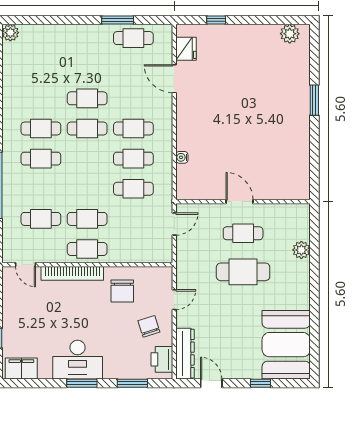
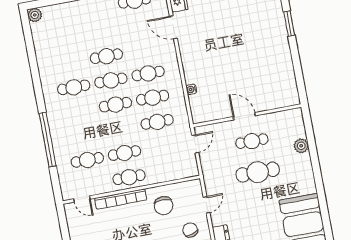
cafe table: (41, 159) -> (115, 105), moved

